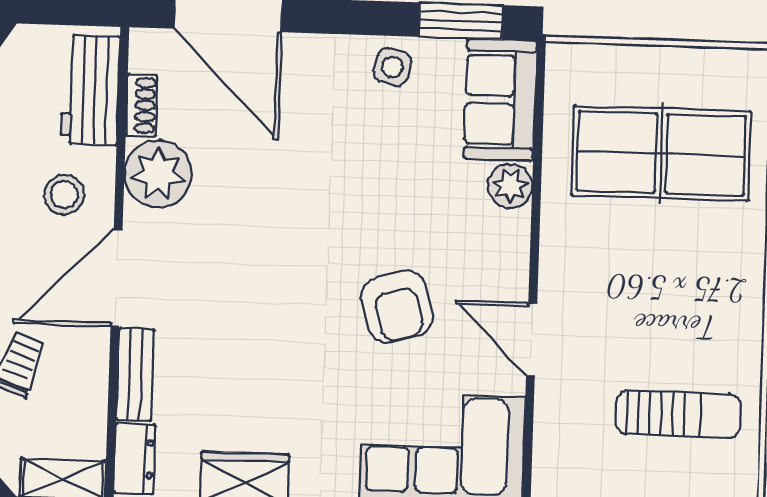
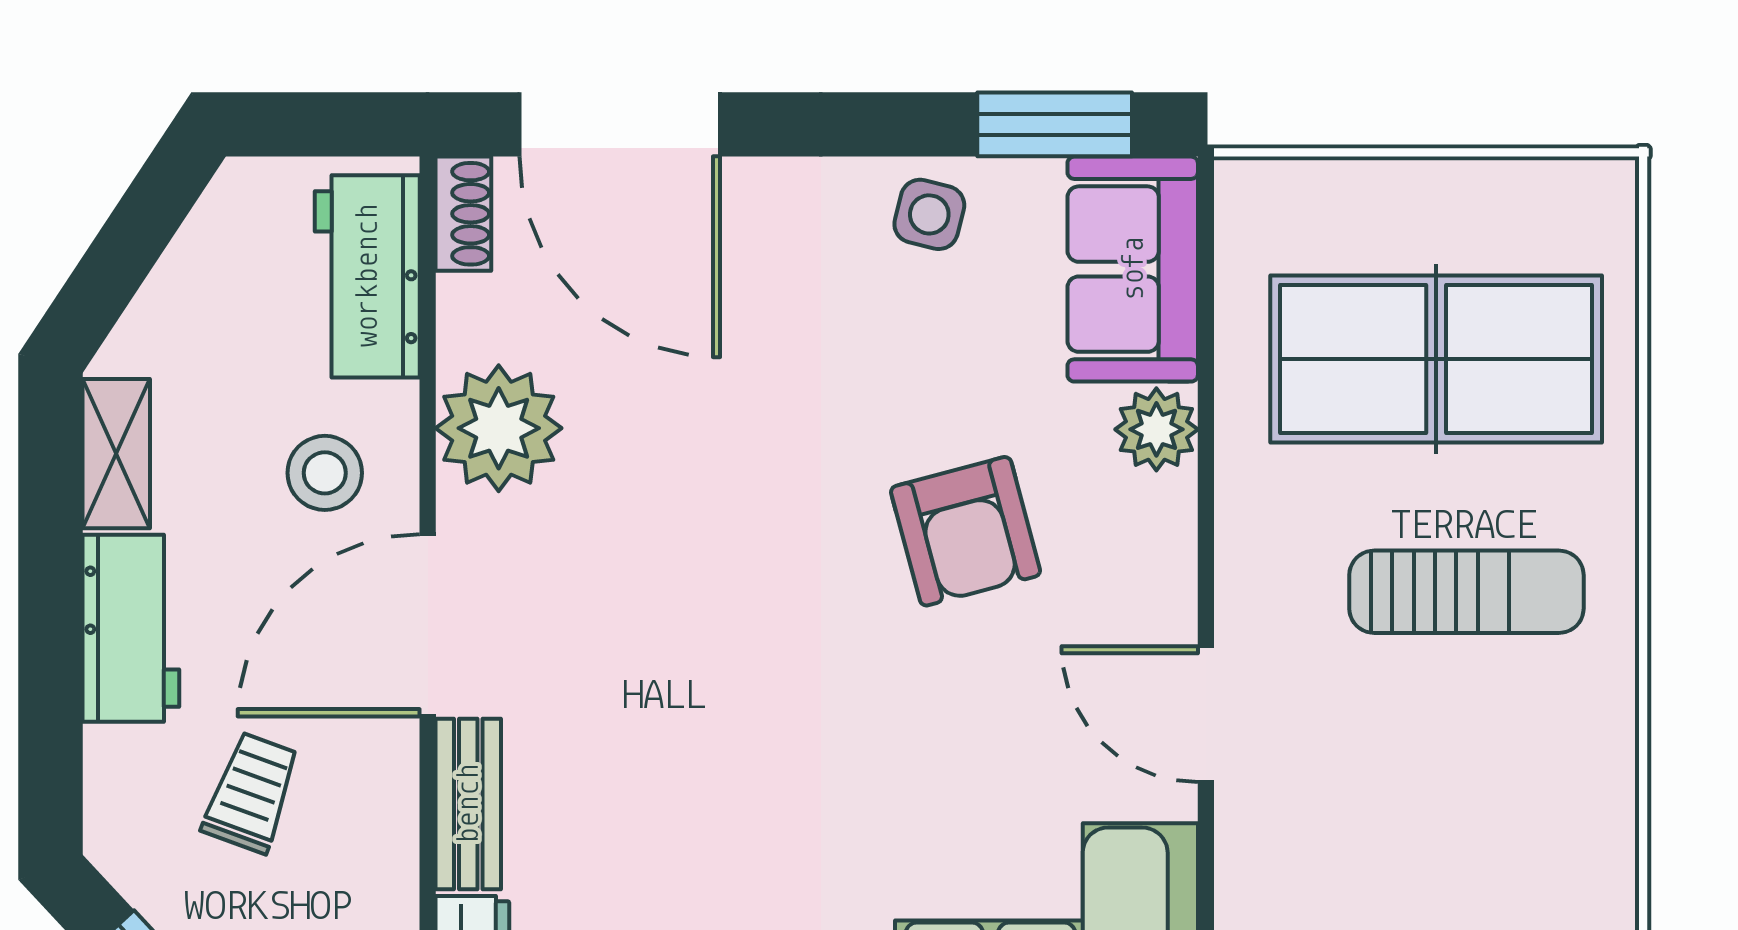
shoe rack: (141, 105) -> (463, 214), moved
armchair: (397, 307) -> (966, 531), moved
sun lounger: (678, 414) -> (1466, 592), moved

